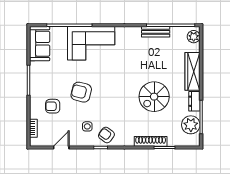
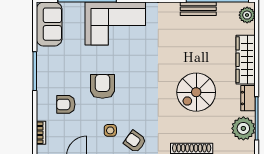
armchair: (81, 92) -> (102, 86), turned 76

